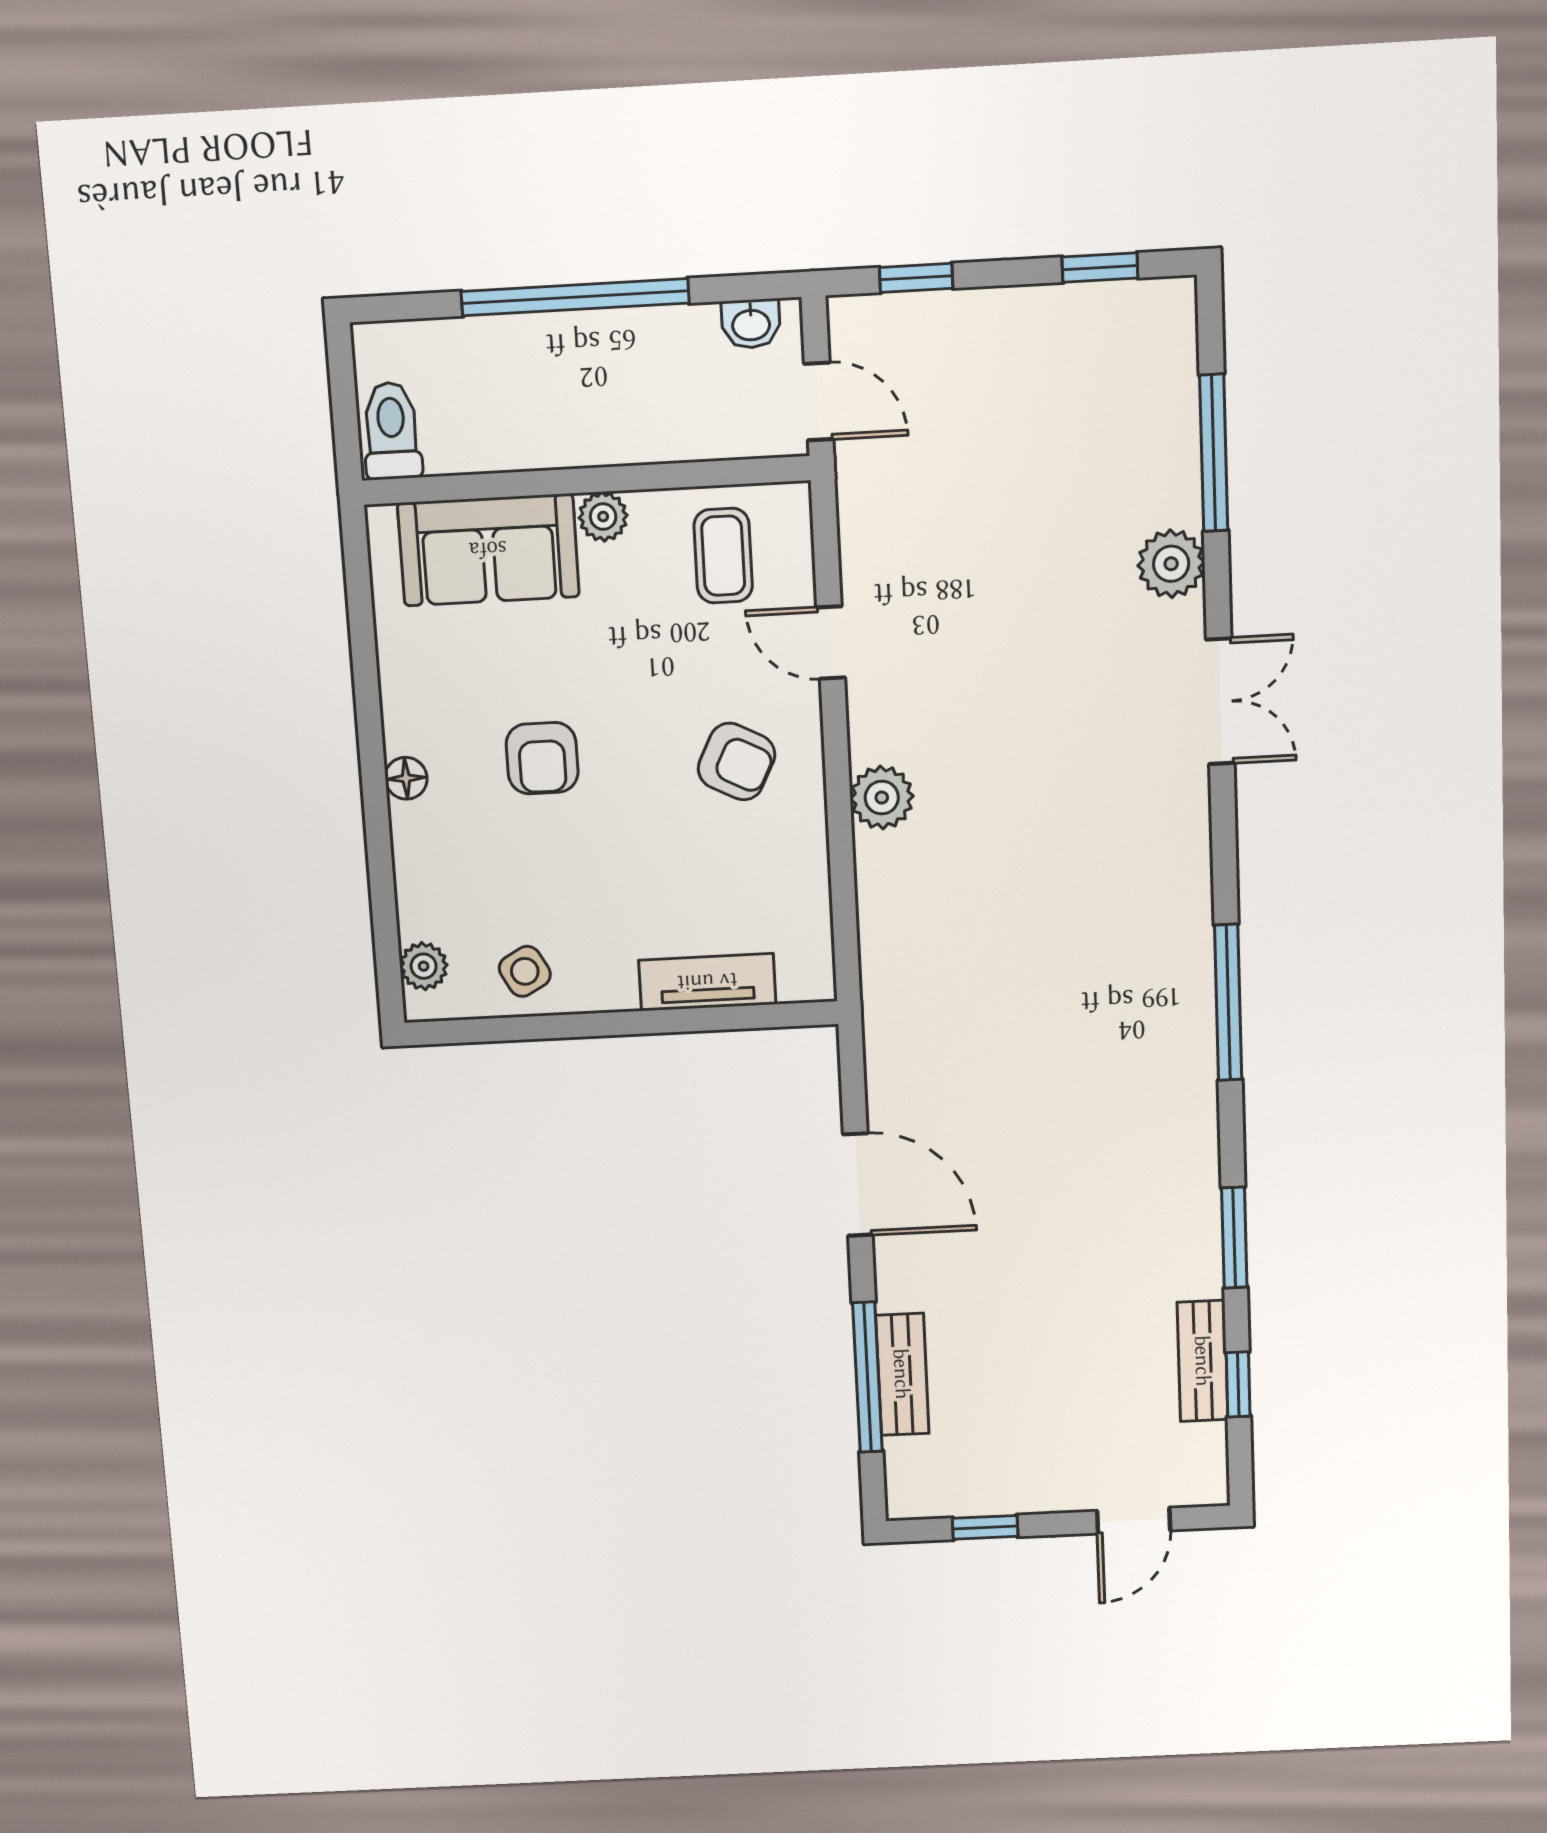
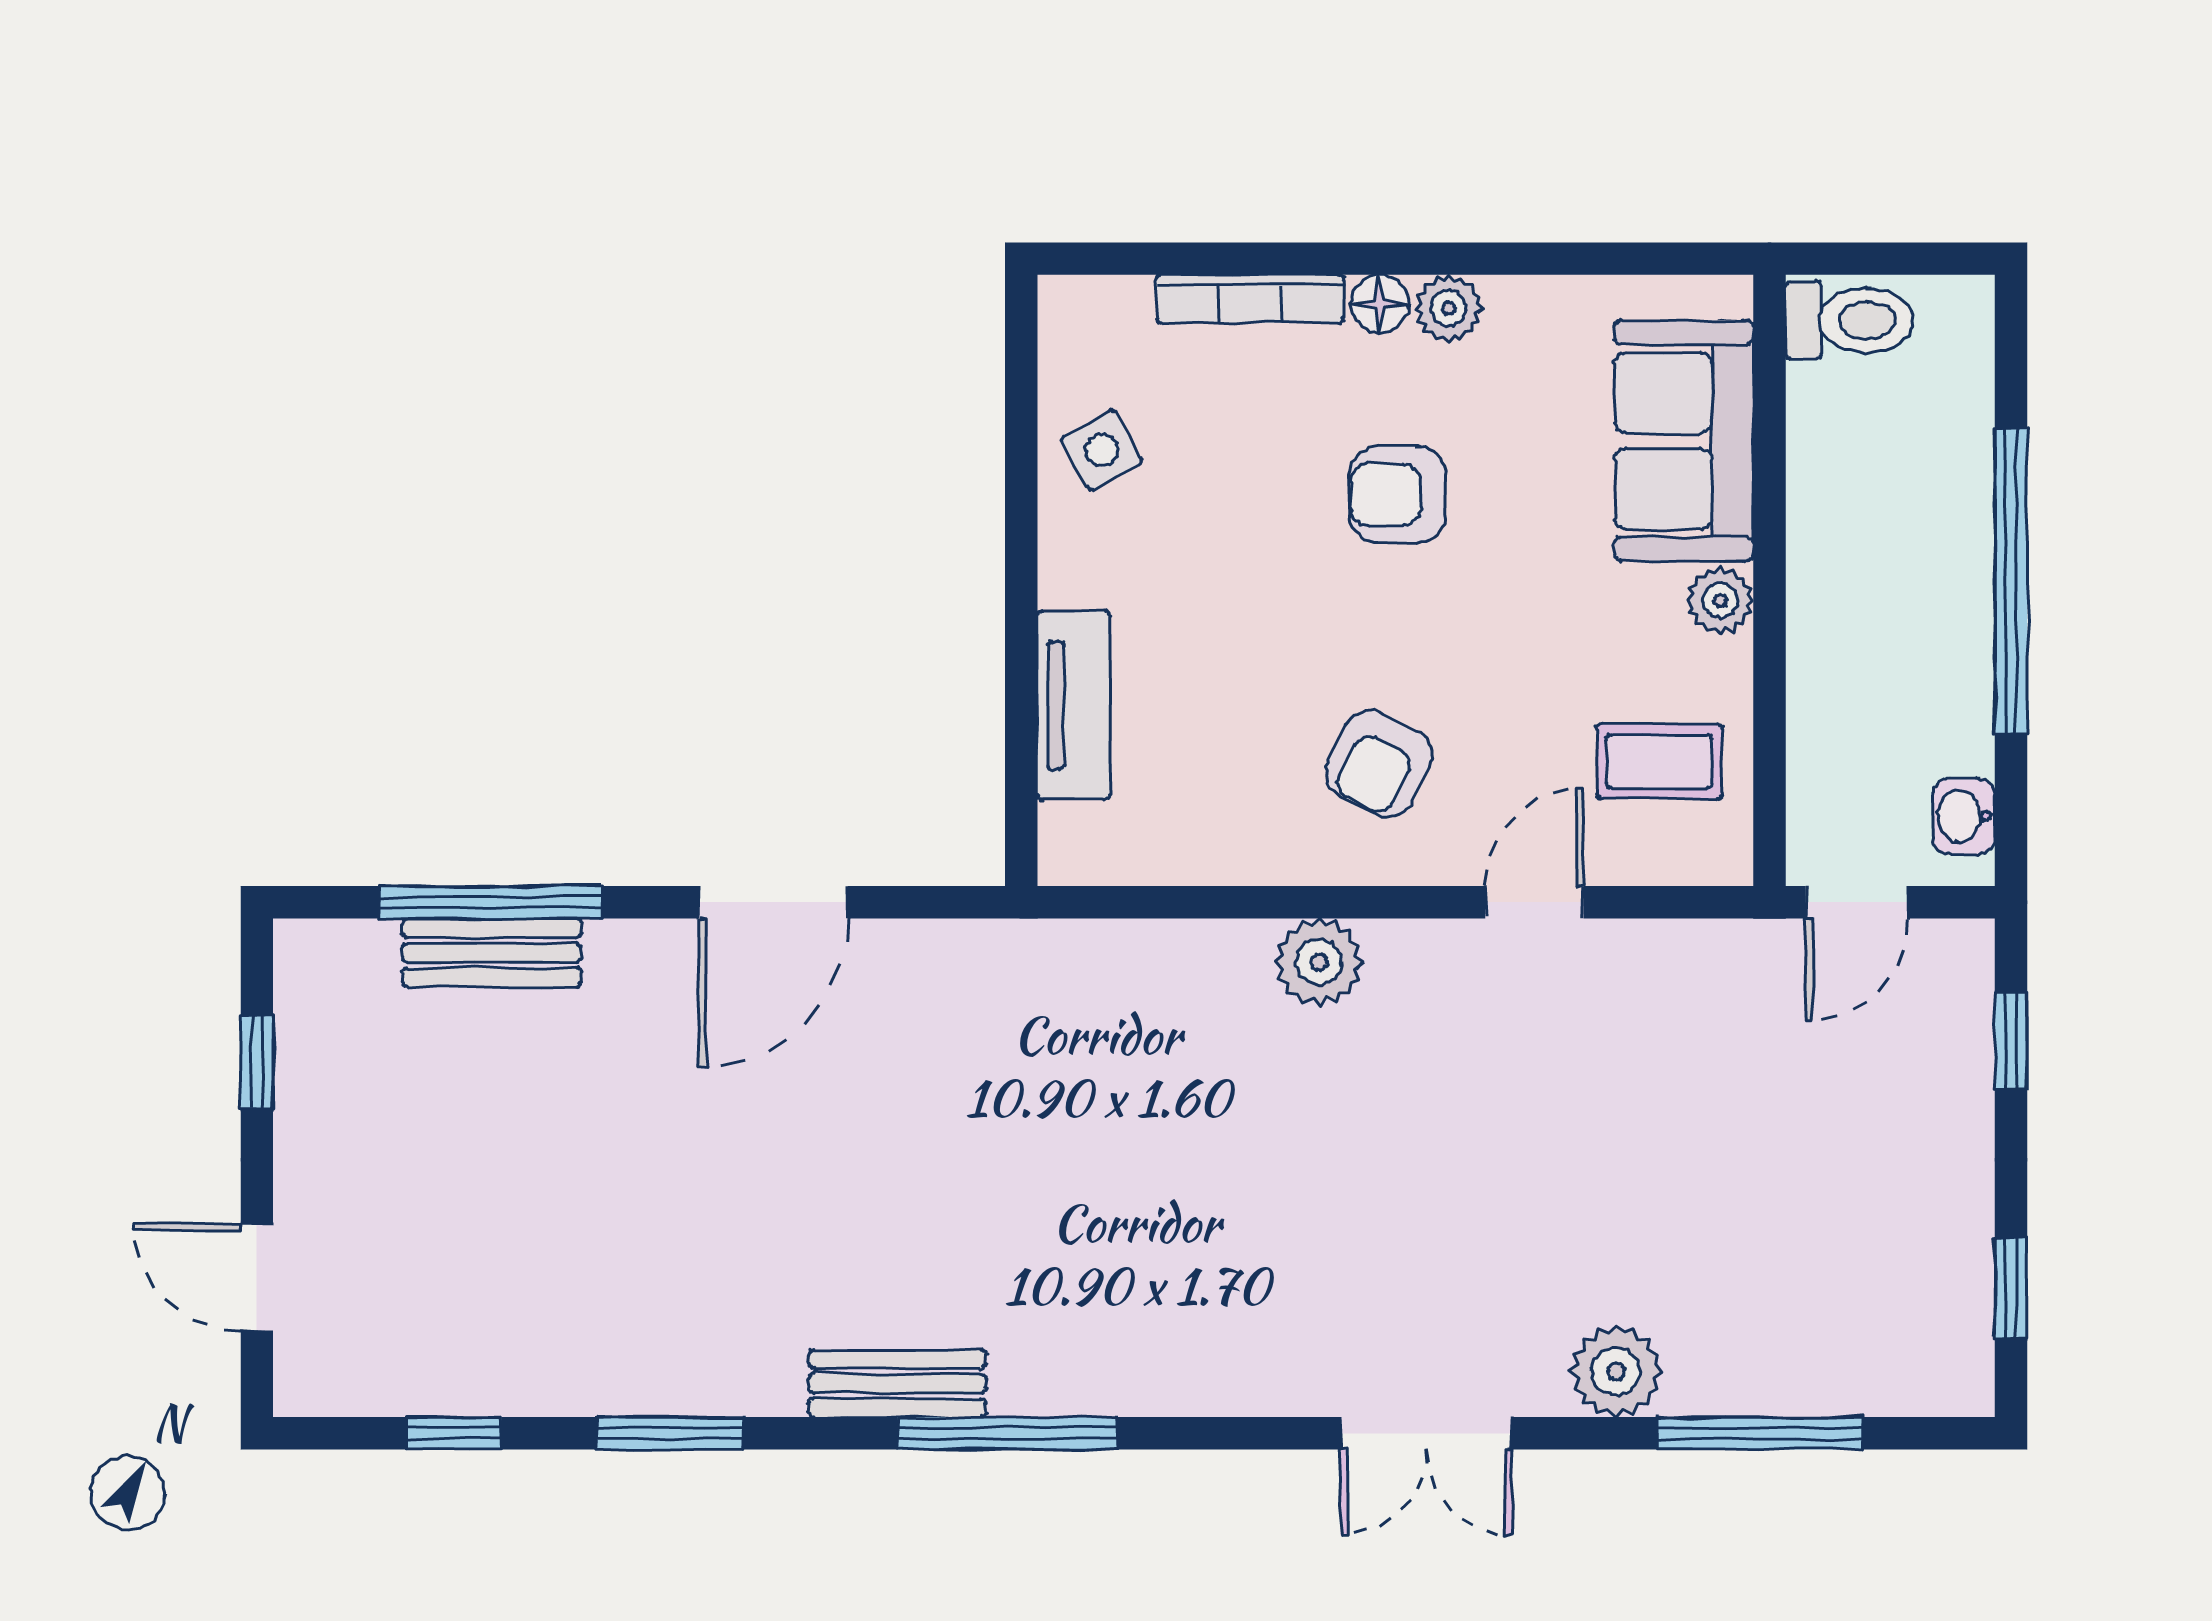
bookcase: (410, 871) -> (1250, 299), added
plant: (424, 966) -> (1449, 308), moved
bench: (1203, 1361) -> (897, 1383), moved

